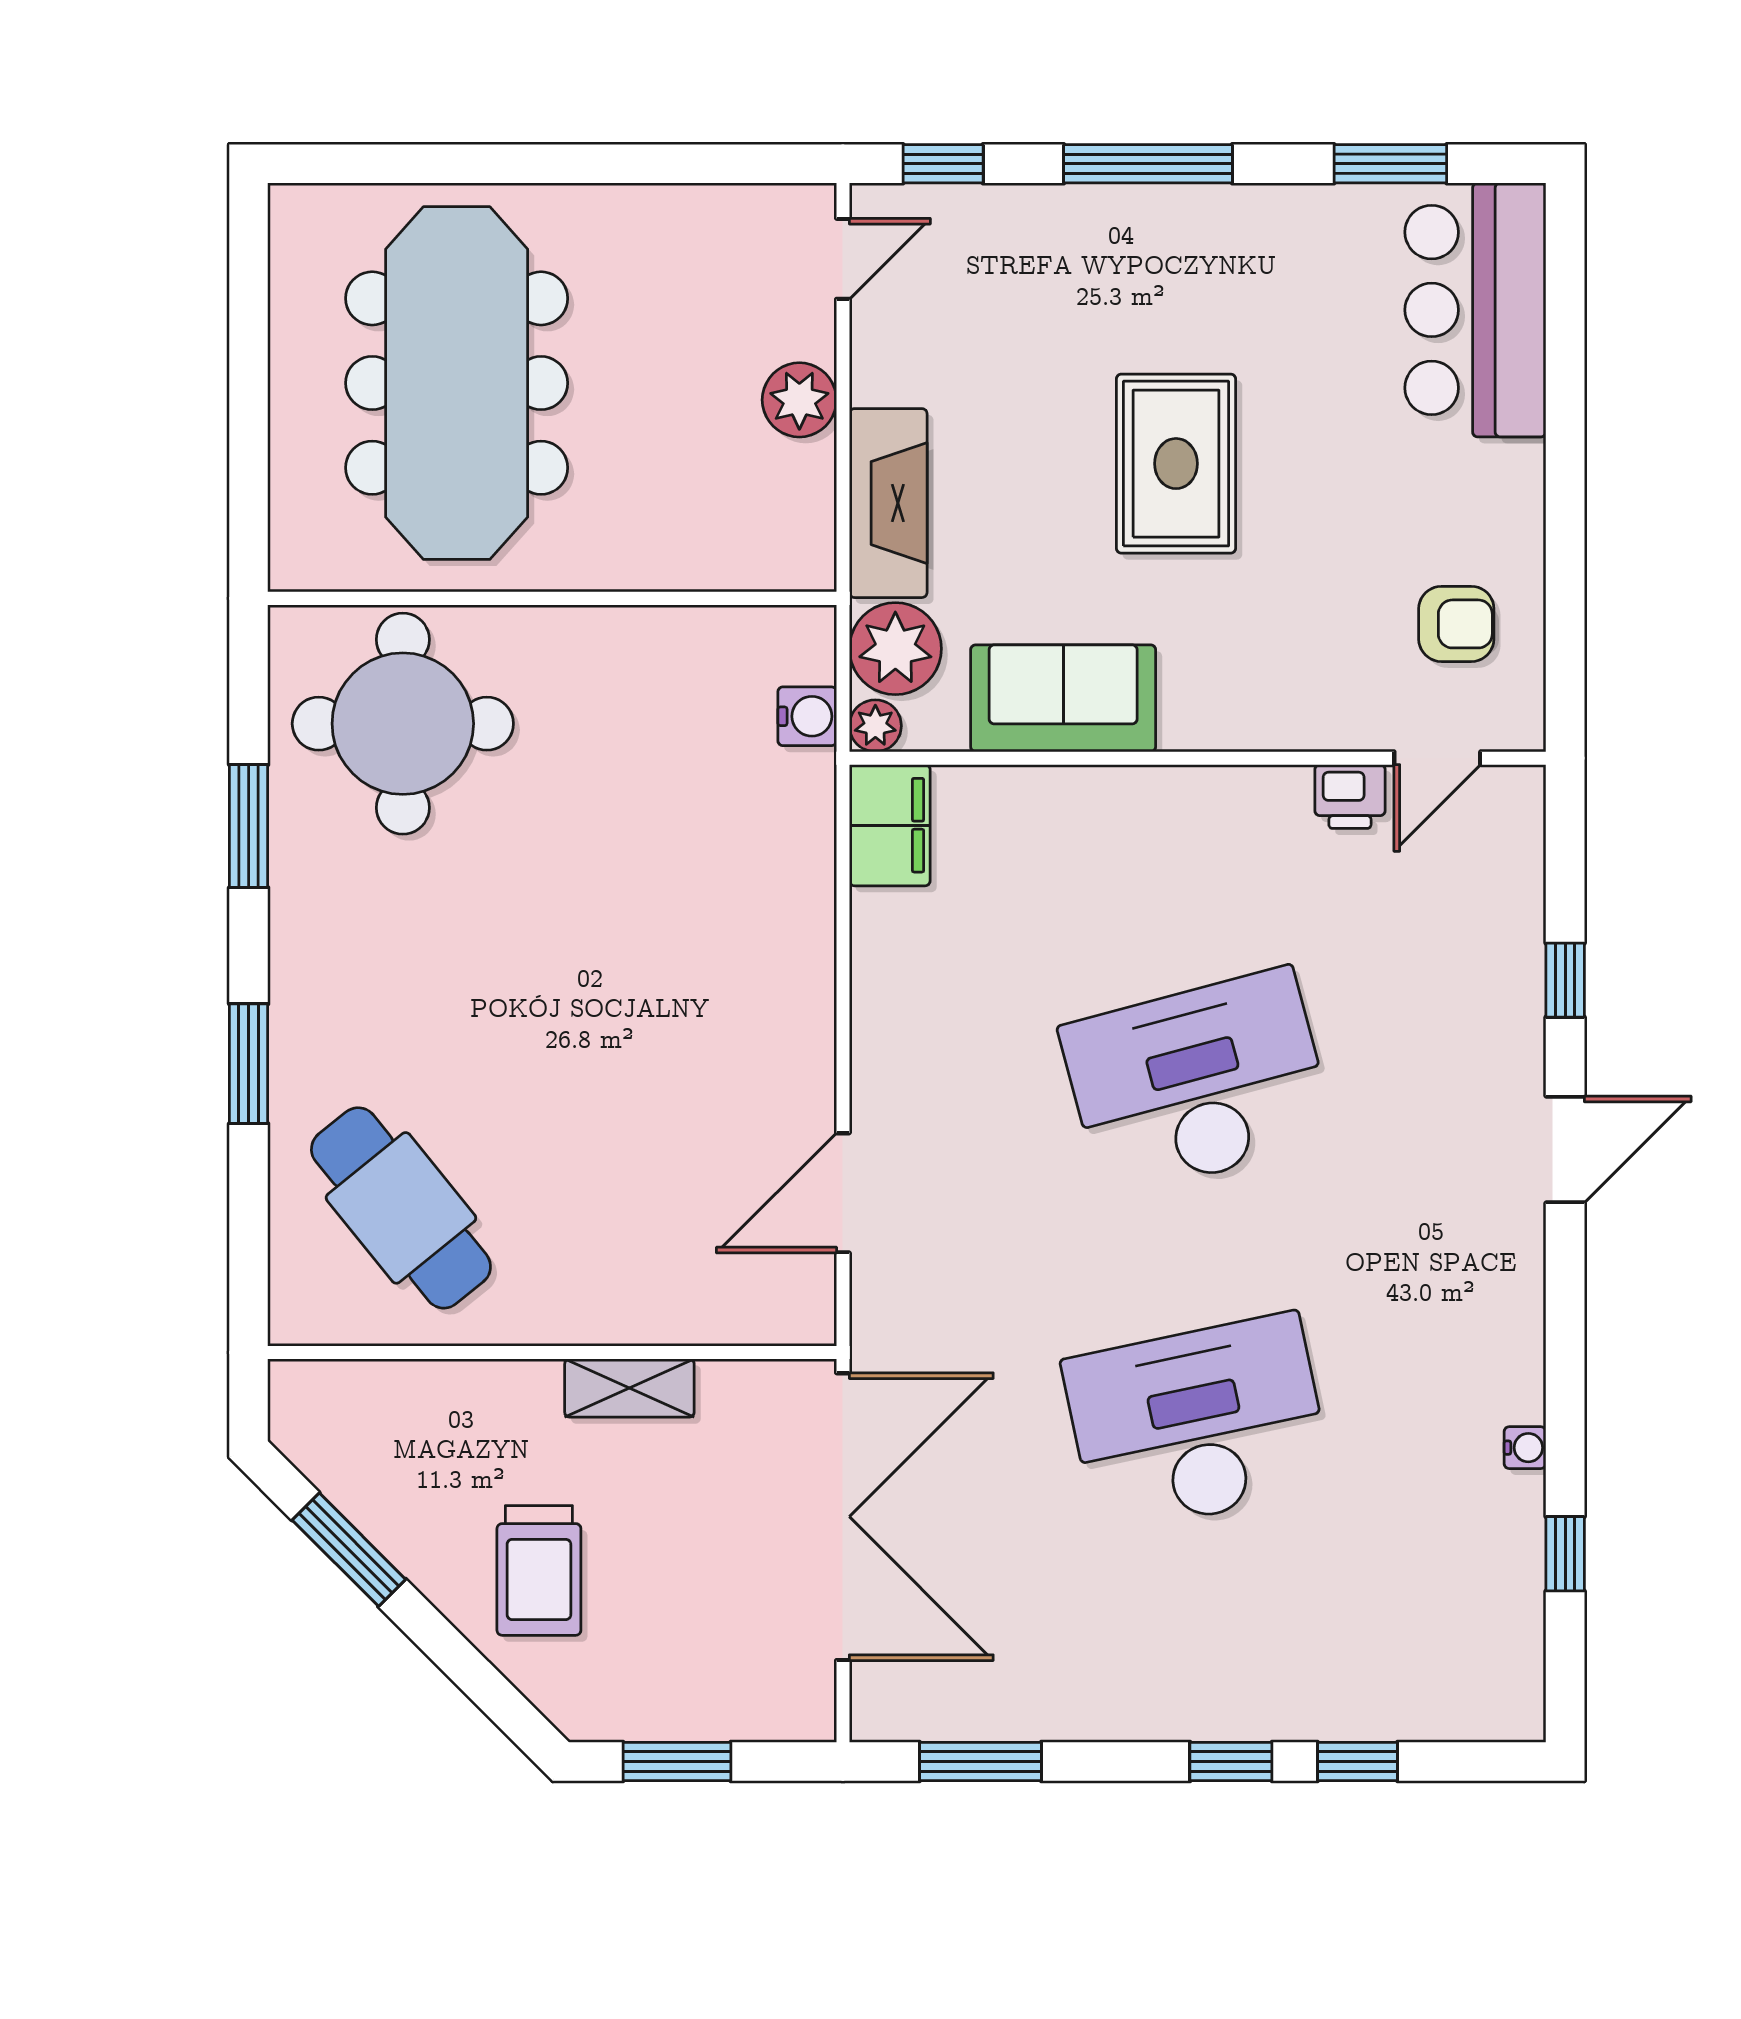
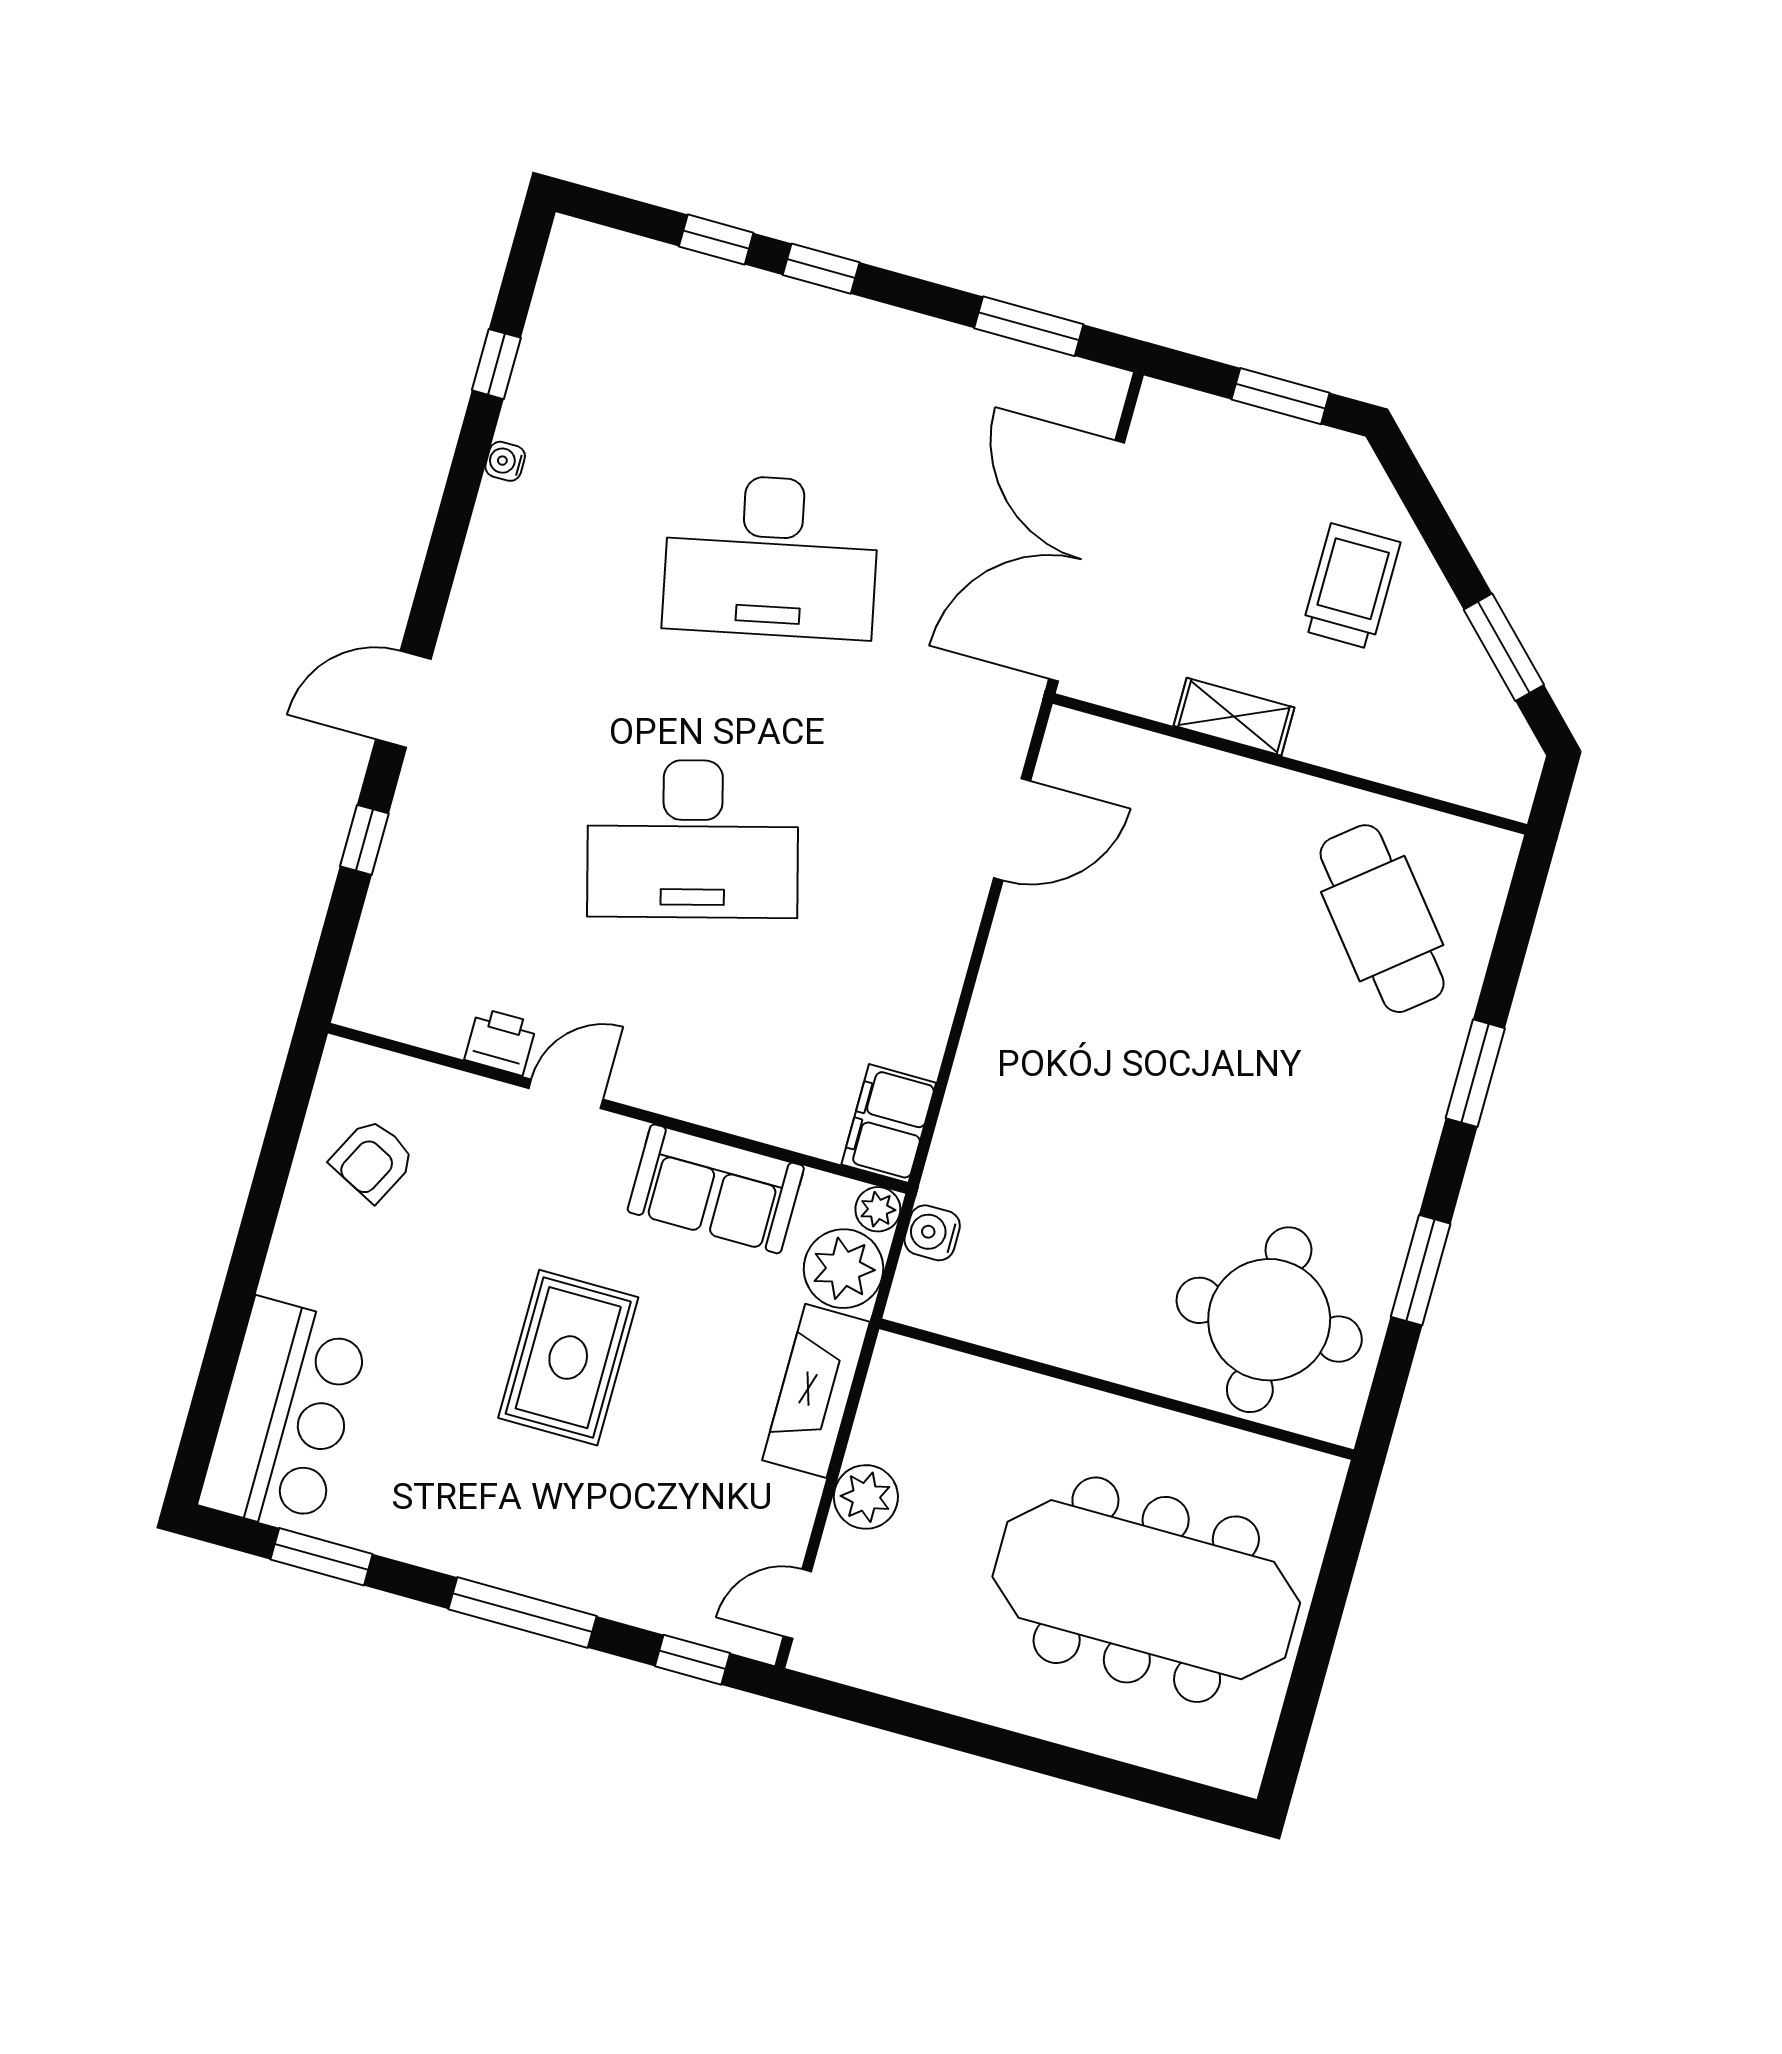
meeting table: (457, 383) -> (1146, 1590), turned 90
armchair: (1456, 624) -> (373, 1160), turned -63
door: (1437, 758) -> (566, 1094), moved

